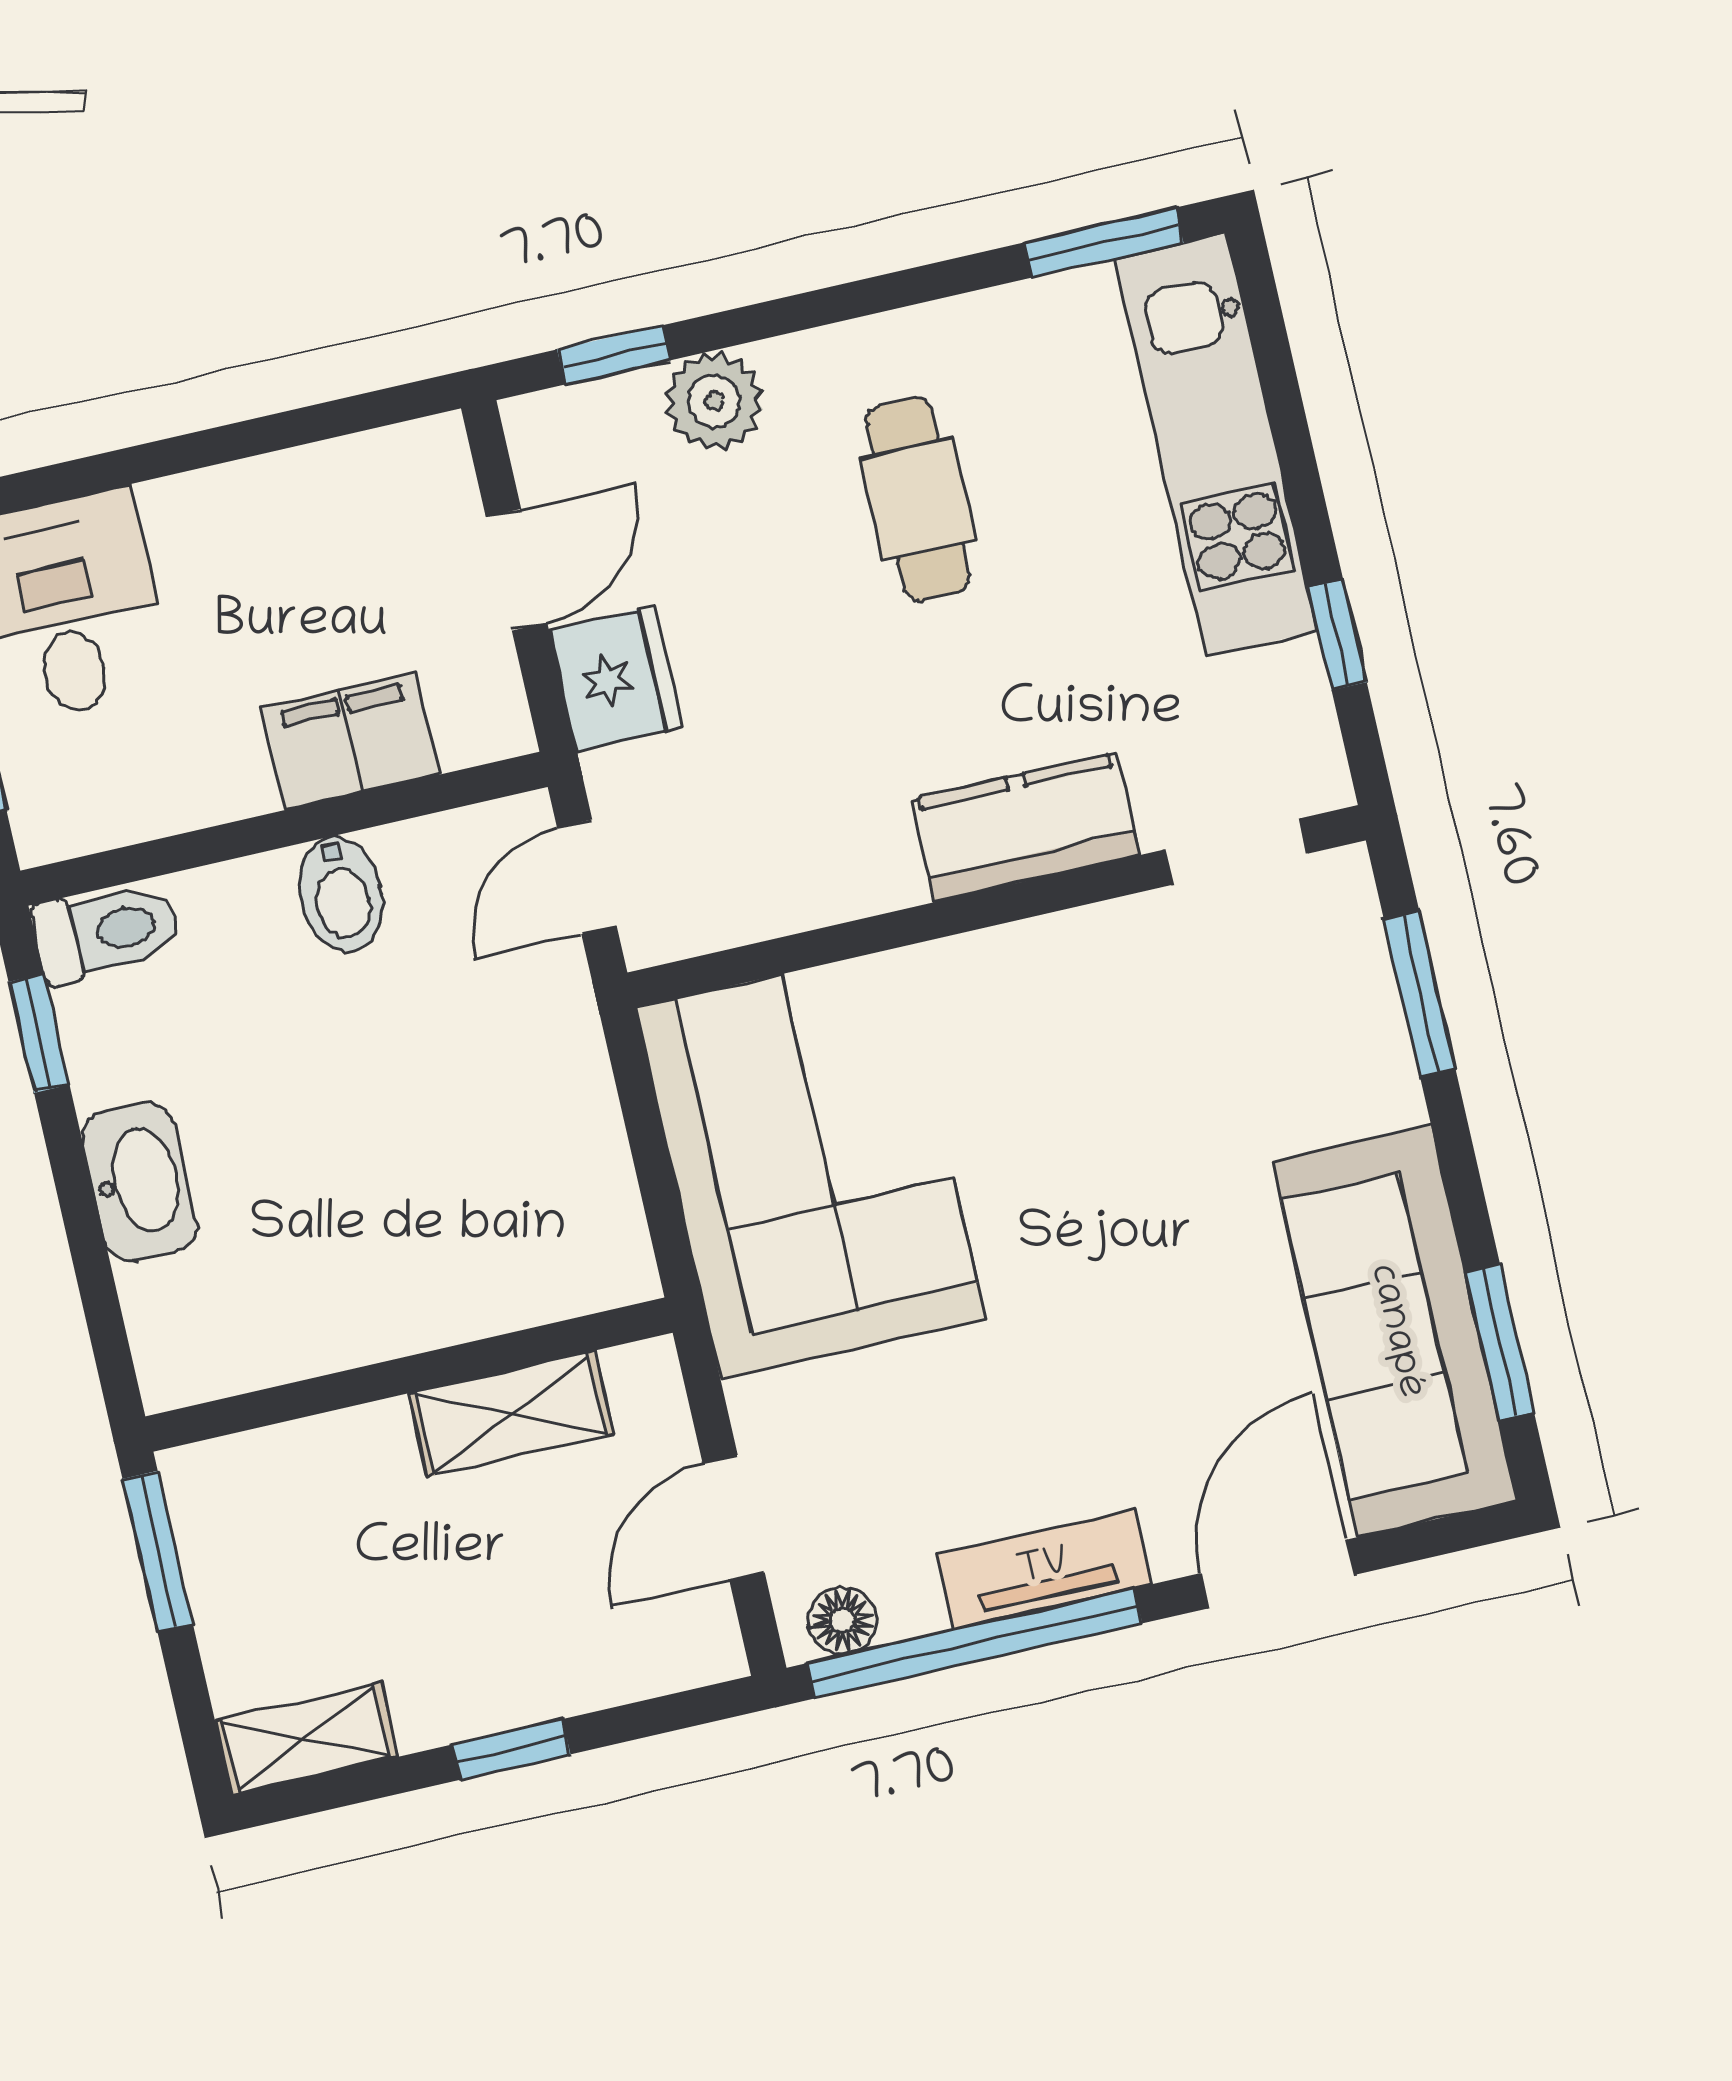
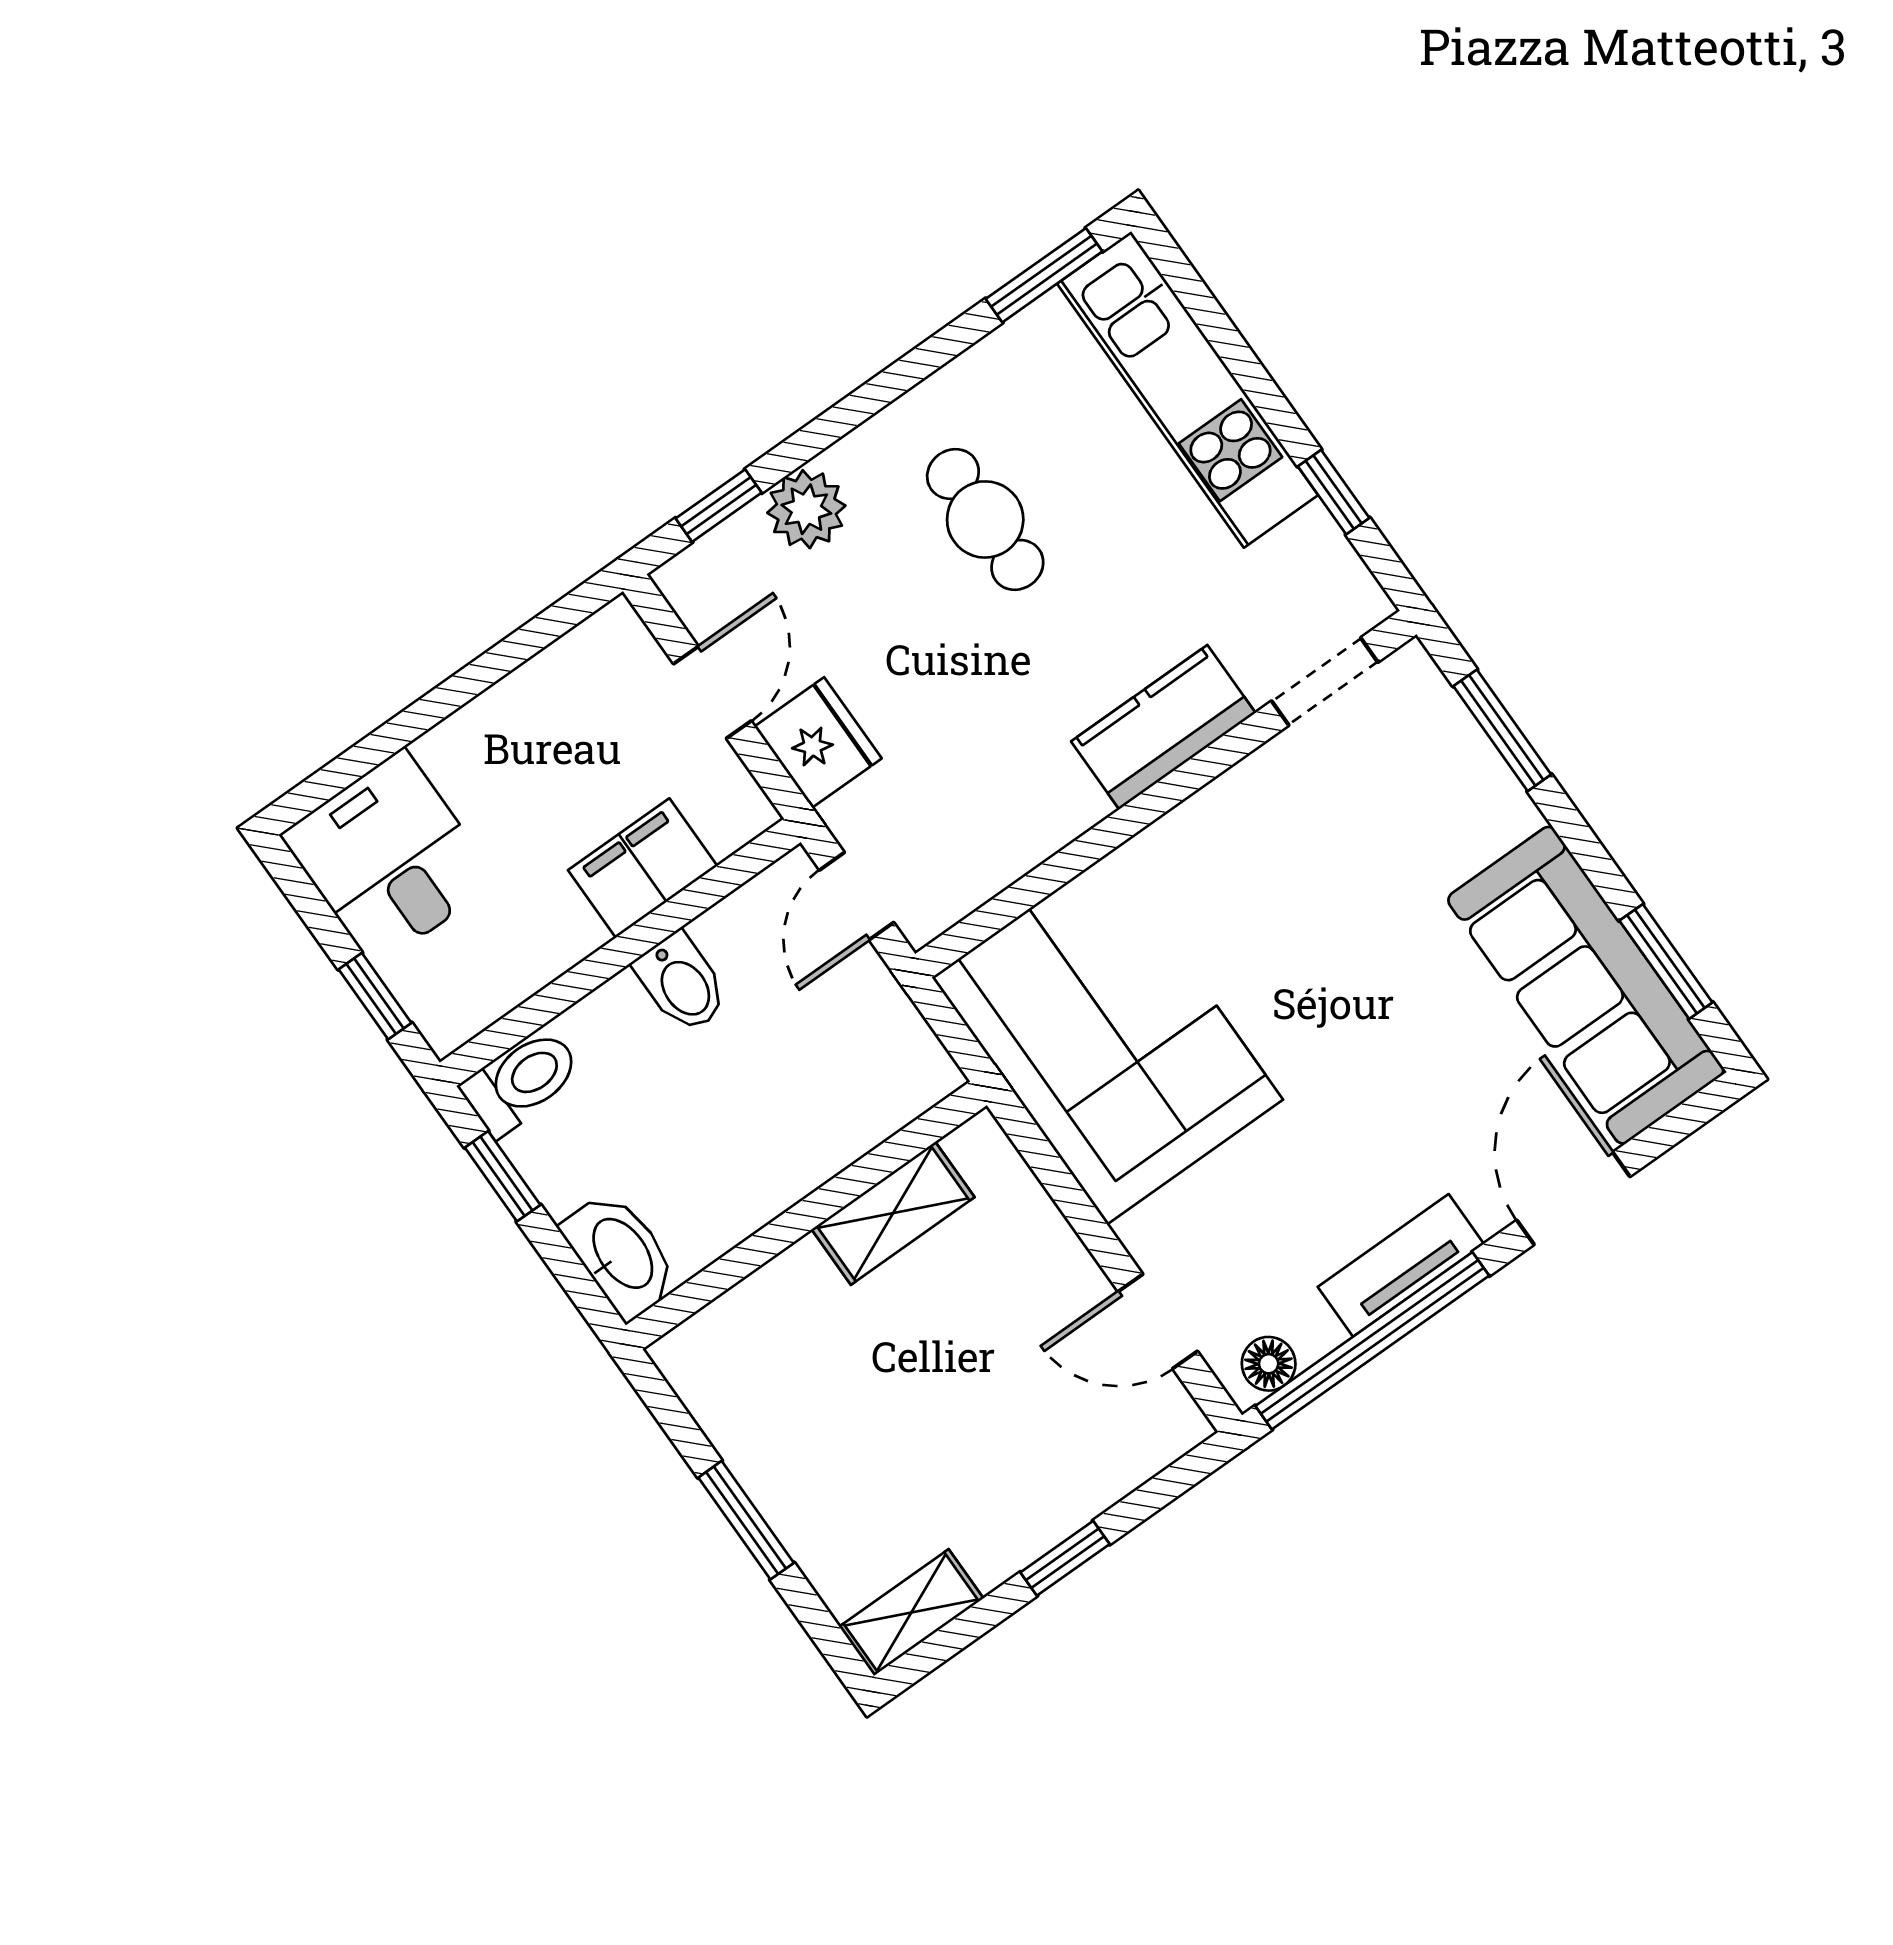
wall: (409, 1374) -> (806, 1215), moved
shelving: (511, 1414) -> (893, 1213), moved
door: (734, 1518) -> (1158, 1321), hinge flipped

